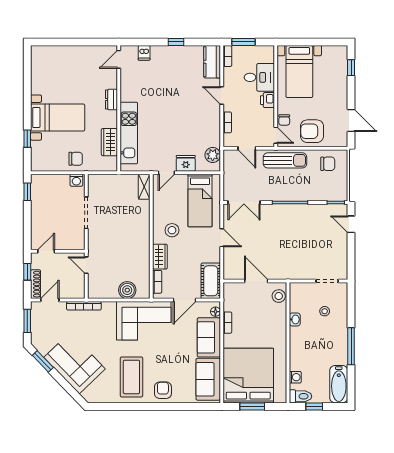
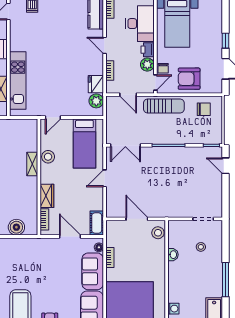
window: (351, 68) -> (226, 41), moved
desk: (259, 77) -> (140, 24), width x1.37
plant: (267, 116) -> (147, 65), added
door: (276, 135) -> (155, 83), hinge flipped
fridge: (186, 163) -> (96, 84), moved, turned -90
shelving: (144, 187) -> (32, 164), moved
stool: (172, 230) -> (48, 157), moved
door: (222, 238) -> (105, 178), swing flipped
cot: (211, 281) -> (97, 223), width x0.73, depth x0.75
door: (185, 300) -> (70, 237), swing flipped
corner sofa: (144, 321) -> (32, 256), removed

